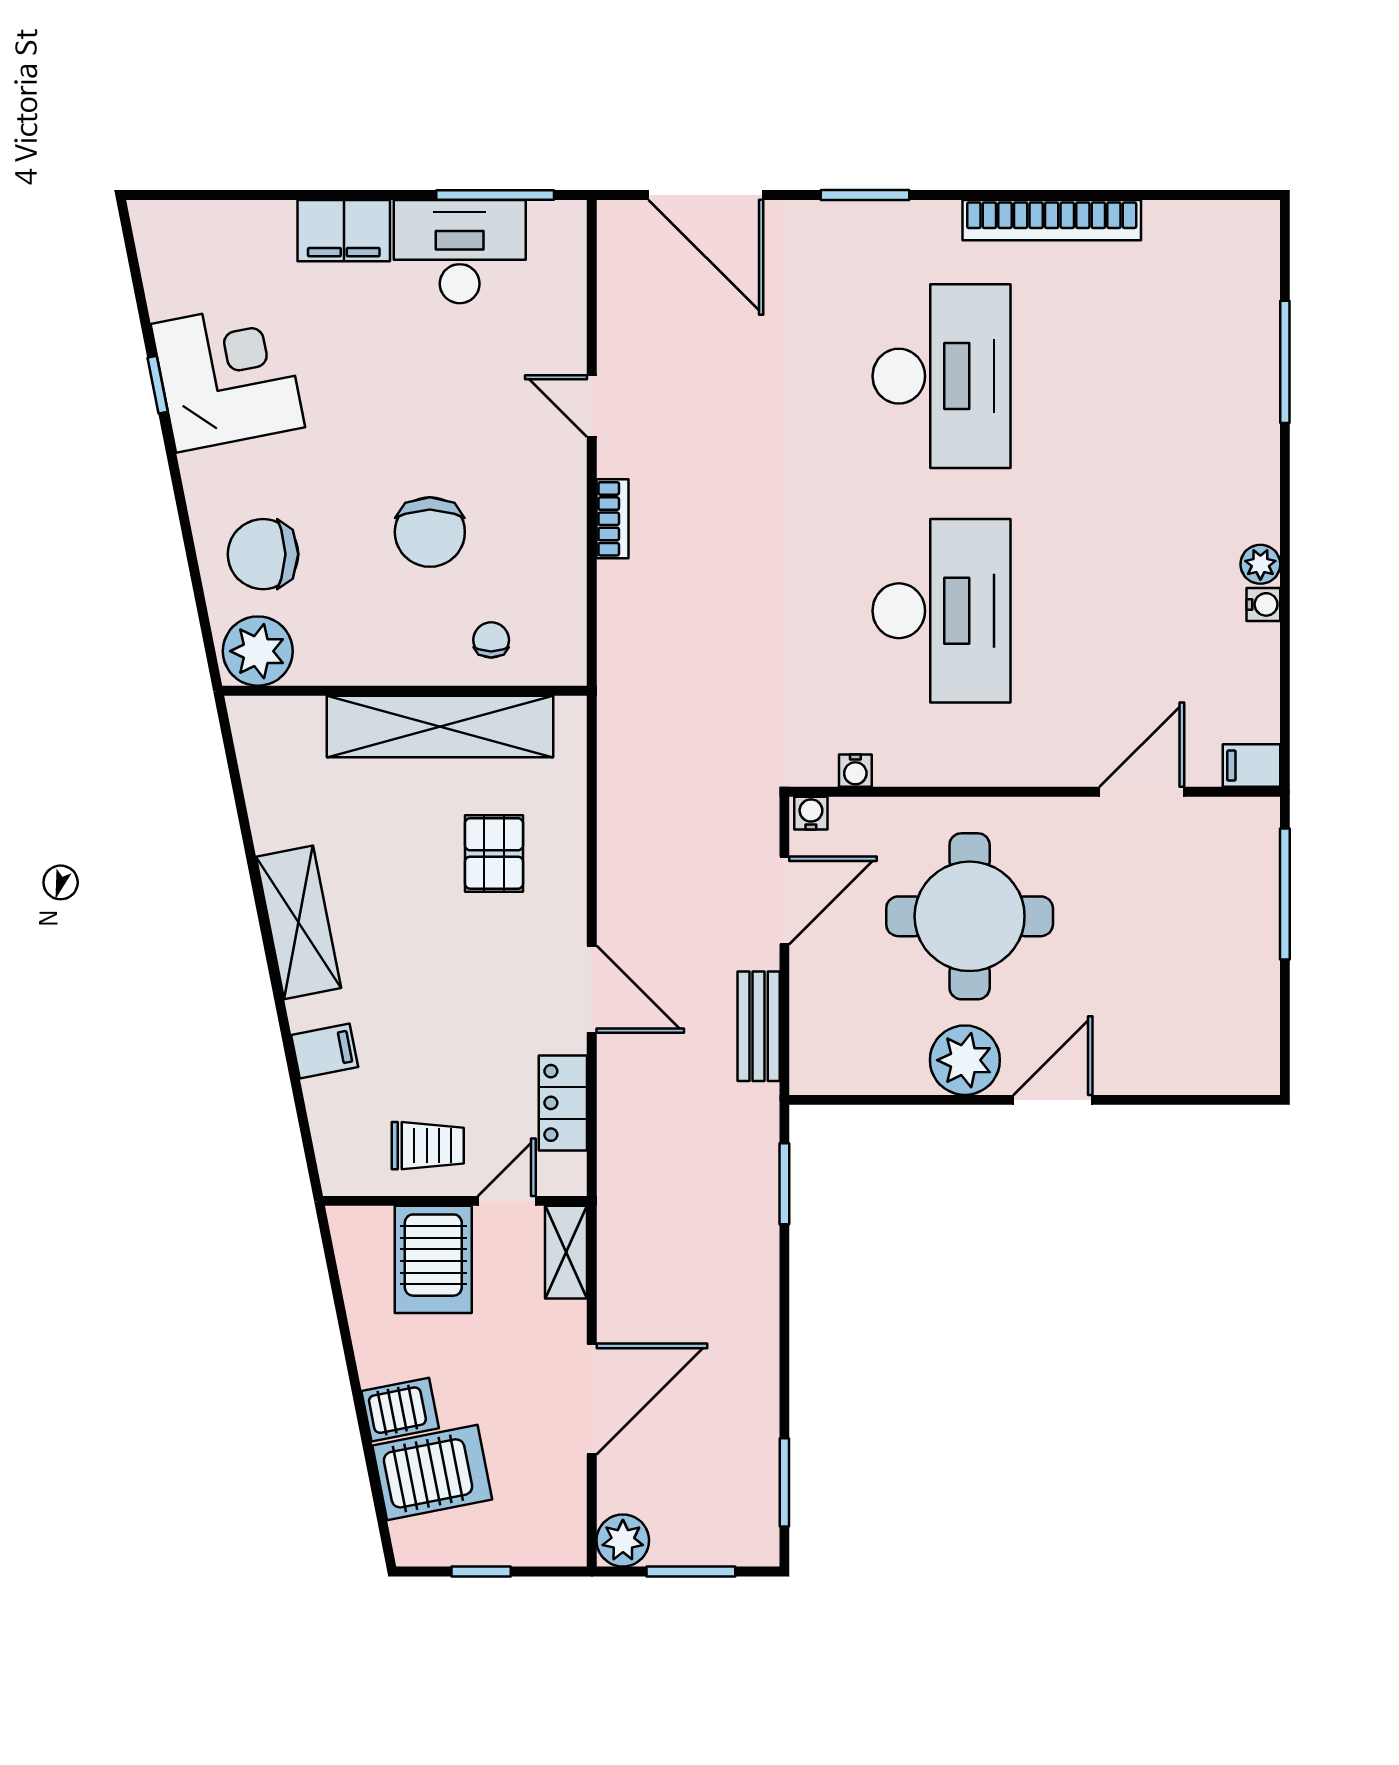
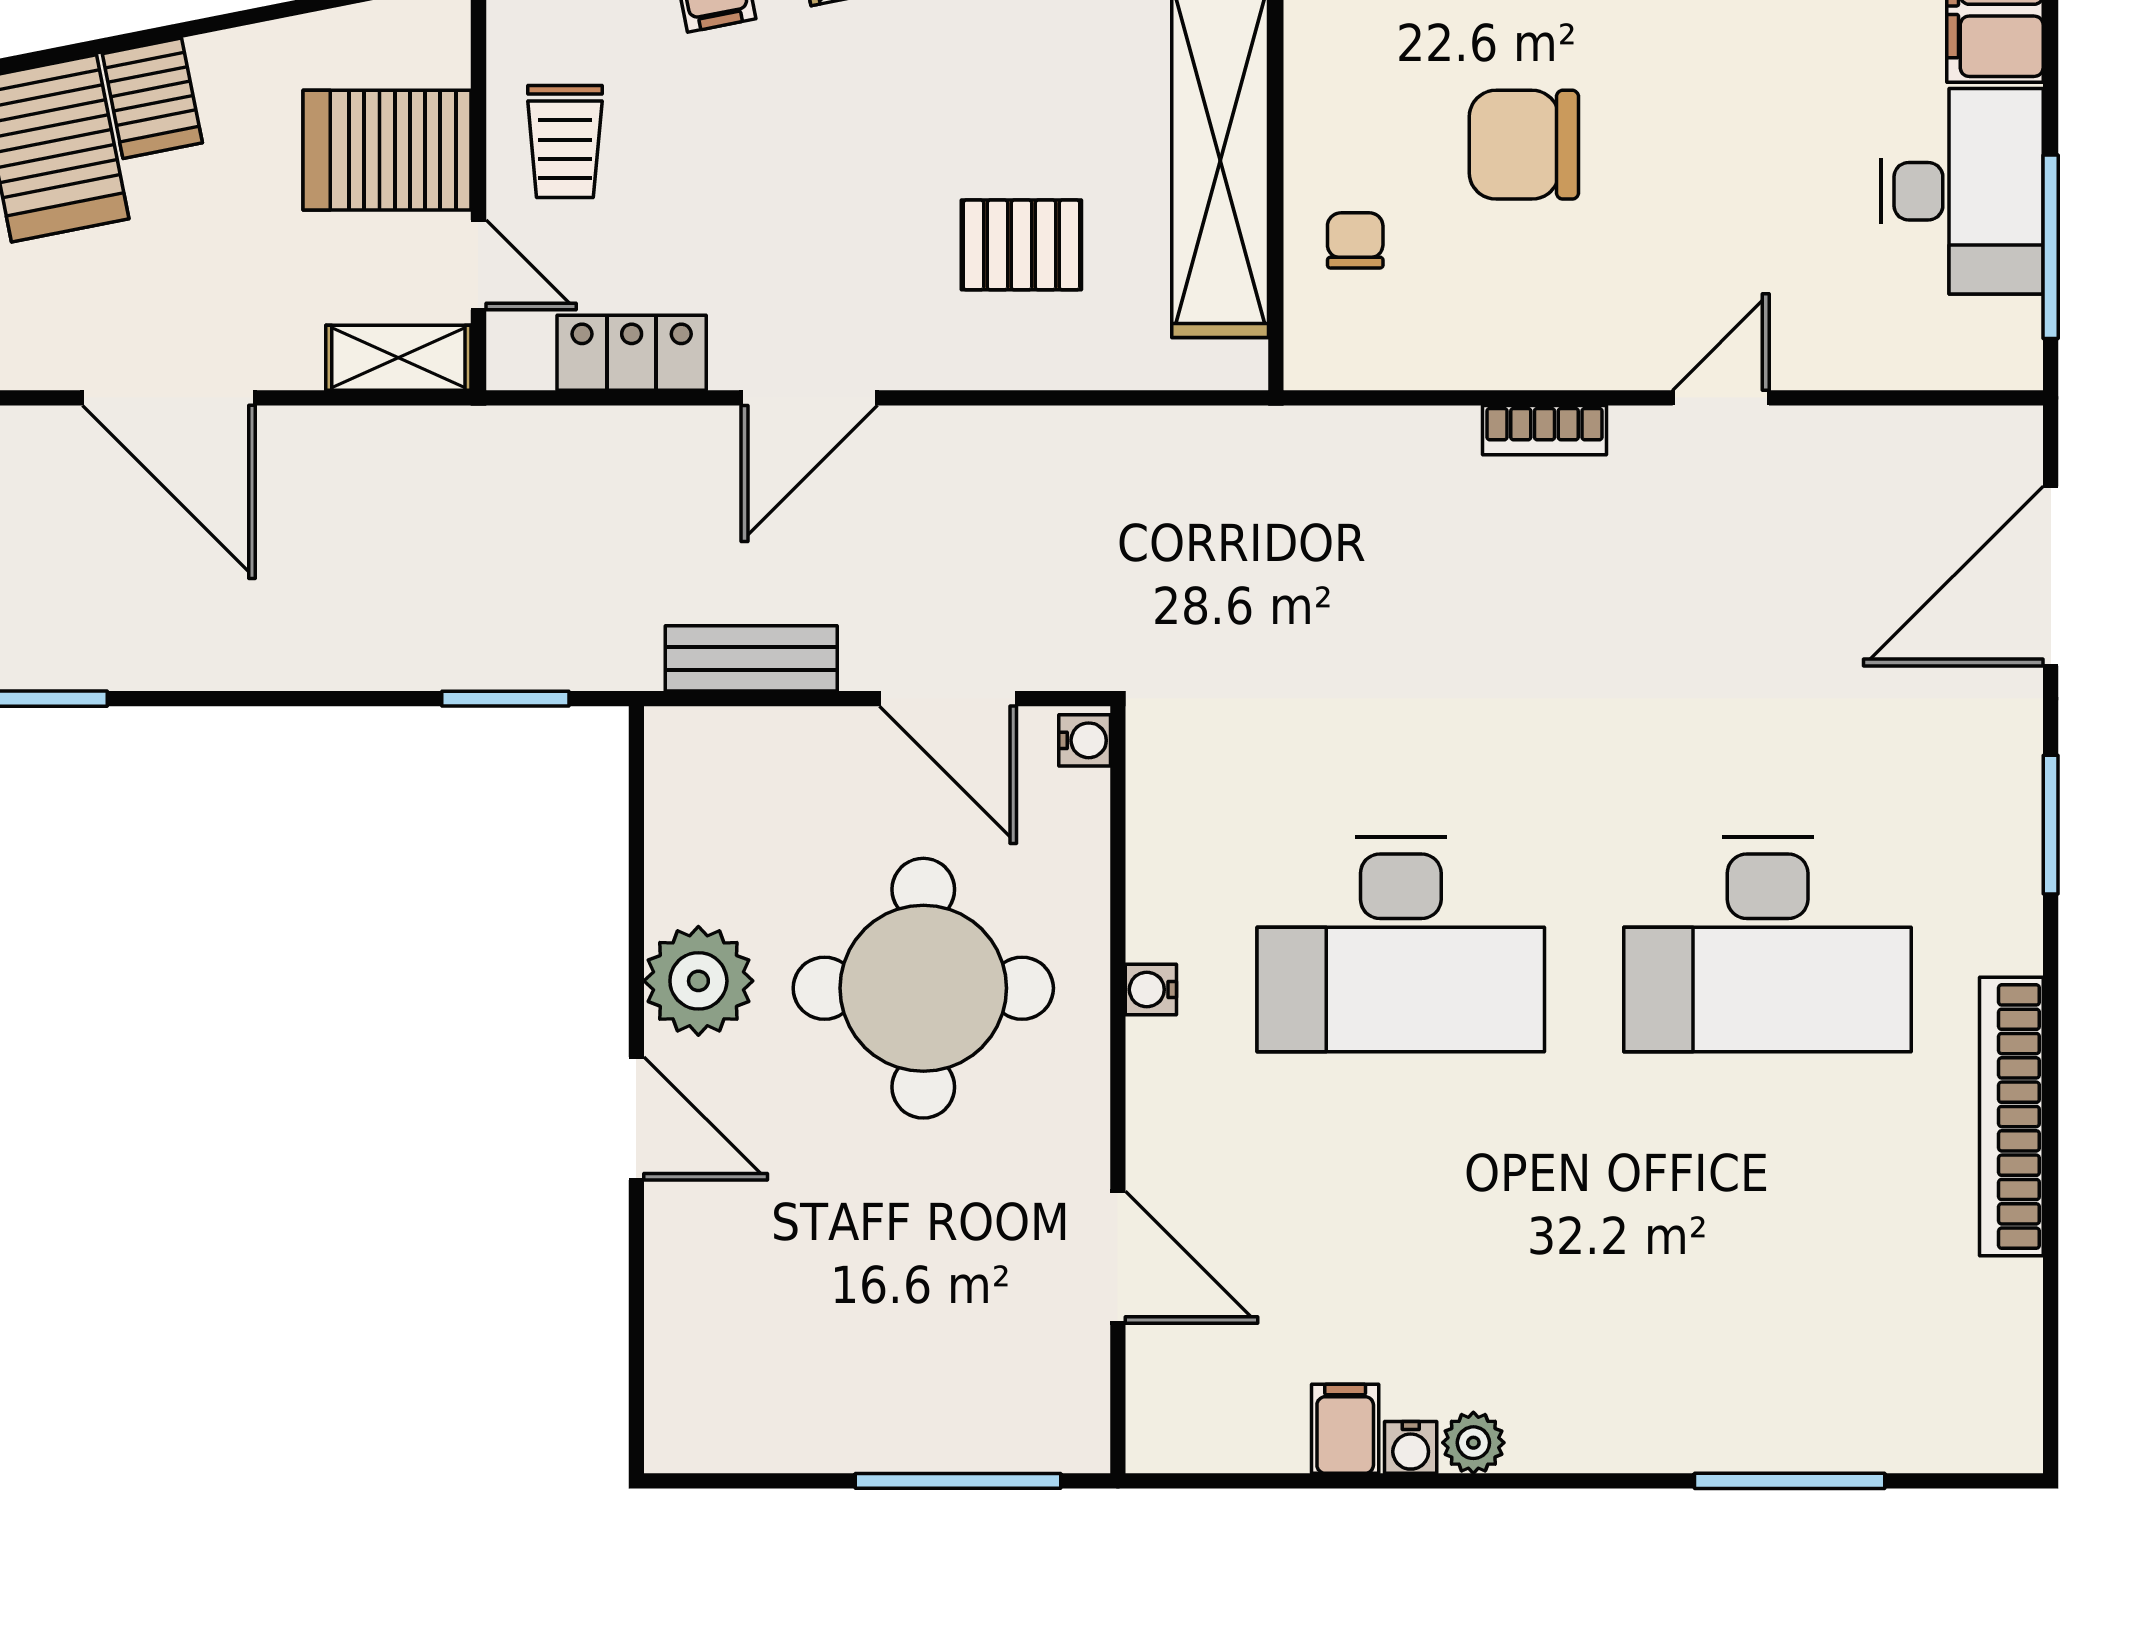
chair: (491, 640) -> (1355, 240), turned -90
filing cabinet: (1251, 766) -> (1345, 1429), moved
water cooler: (855, 771) -> (1151, 990), moved

